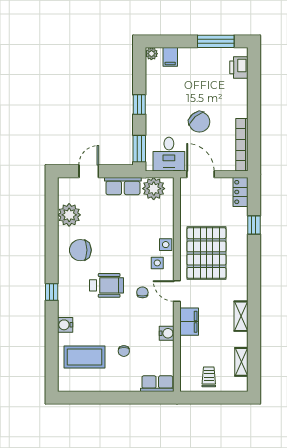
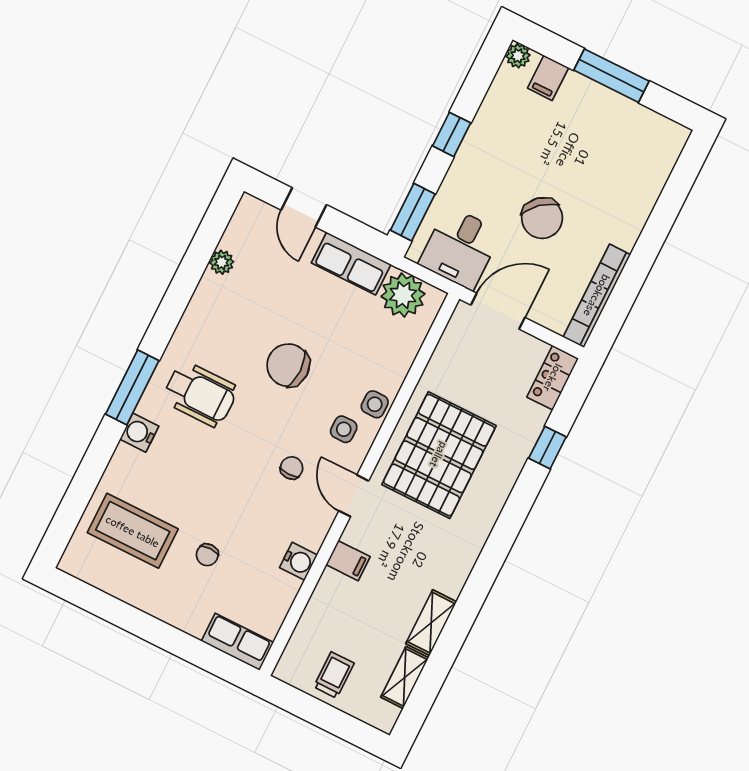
window: (216, 41) -> (611, 76), moved
printer: (239, 67) -> (660, 157), removed
door: (89, 171) -> (304, 207), swing flipped
door: (200, 174) -> (498, 311), hinge flipped
plant: (69, 215) -> (222, 262), width x0.53, depth x0.53
chair: (80, 250) -> (288, 365), moved
wheelchair: (106, 285) -> (200, 394), moved
window: (52, 292) -> (132, 387), width x2.17
shelving: (241, 316) -> (431, 623), moved
filing cabinet: (189, 322) -> (348, 561), width x0.50
water cooler: (65, 325) -> (139, 433), moved

